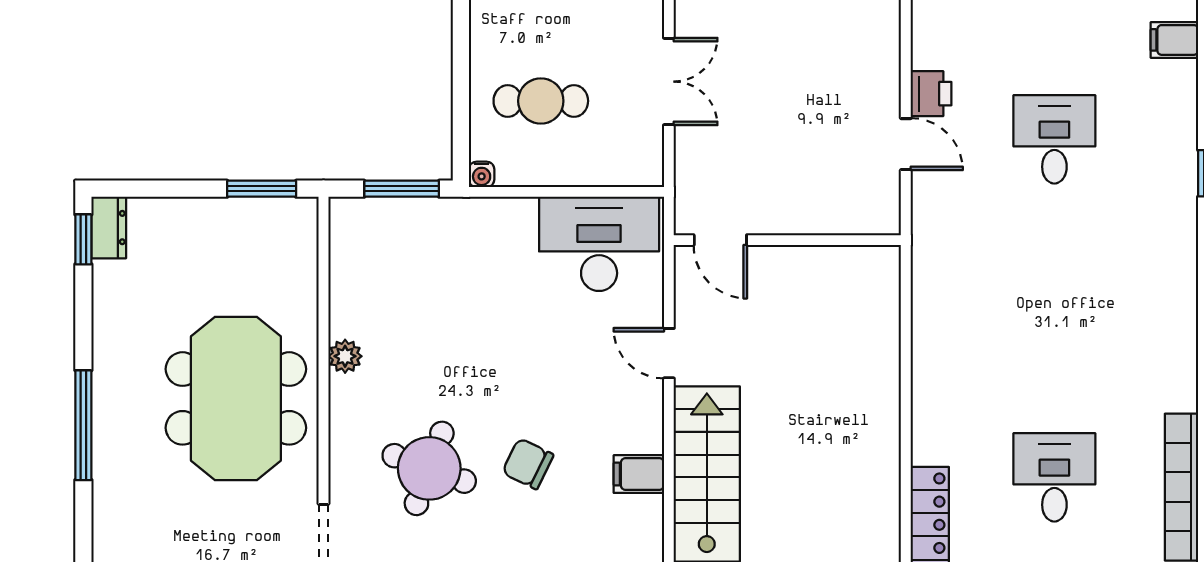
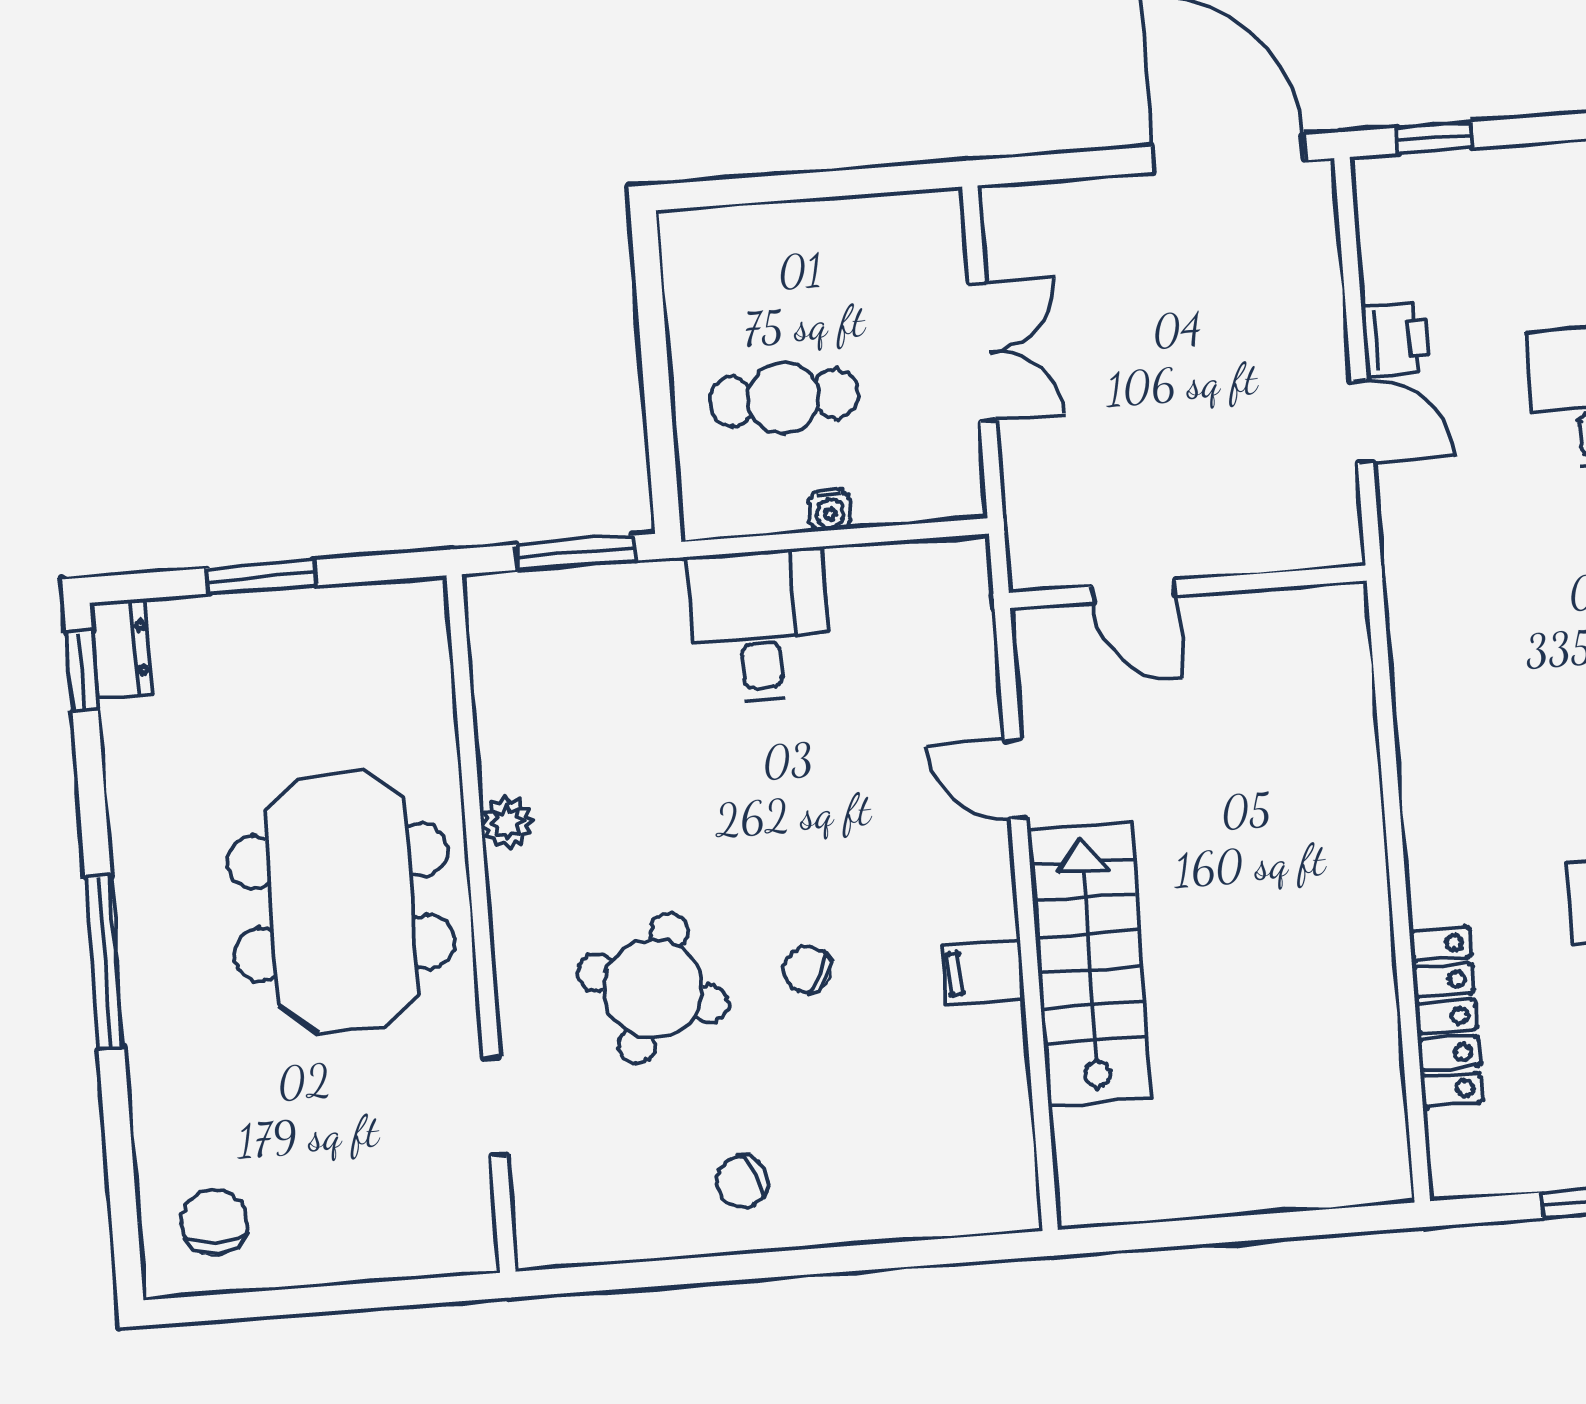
water cooler: (482, 174) -> (830, 510), moved
window: (262, 189) -> (261, 577), moved
door: (720, 240) -> (1134, 591), moved
desk: (599, 244) -> (759, 626), moved, width x0.73
chair: (528, 464) -> (807, 969), width x0.73, depth x0.73

